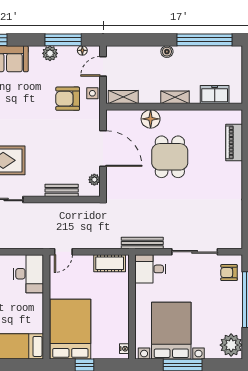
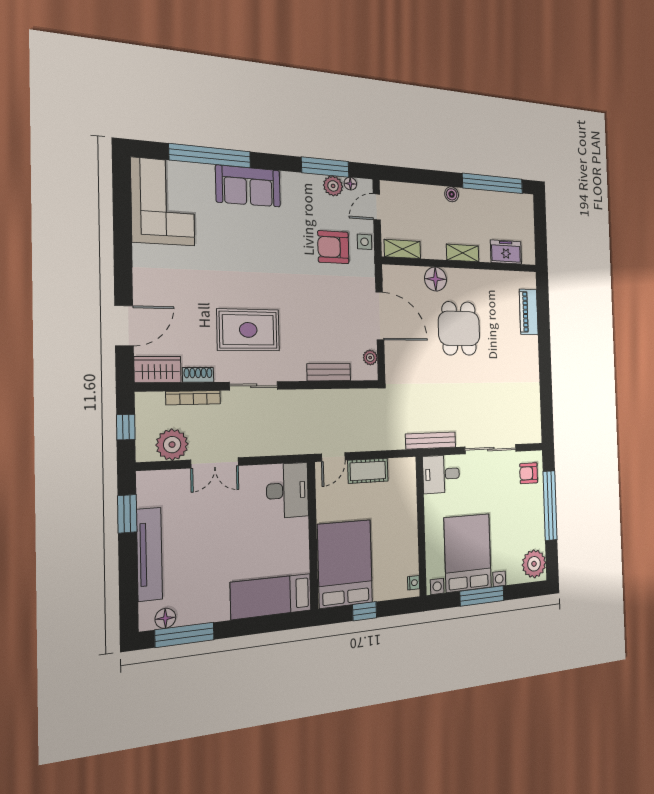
plant: (50, 53) -> (333, 186), moved
cot: (110, 263) -> (368, 471), moved

